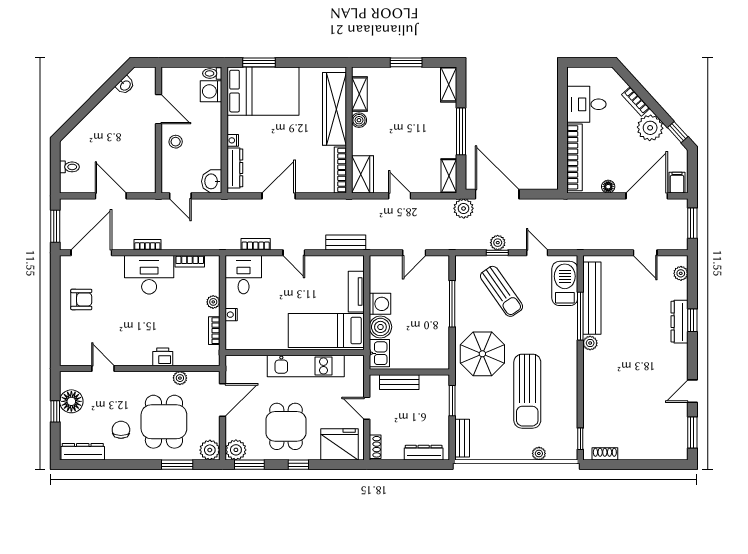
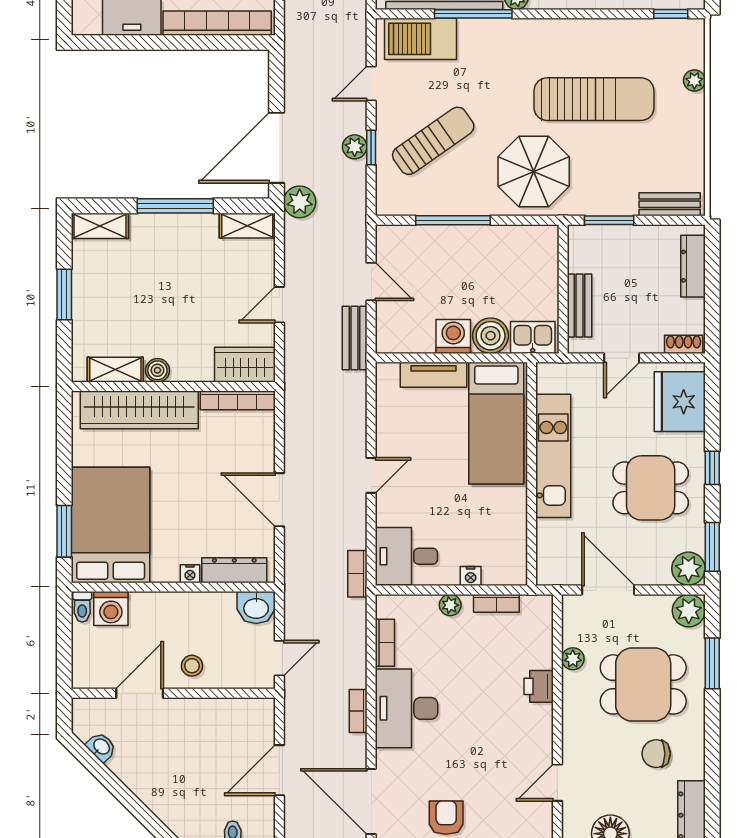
bench: (346, 243) -> (355, 338), moved
bookcase: (256, 244) -> (357, 574), moved

